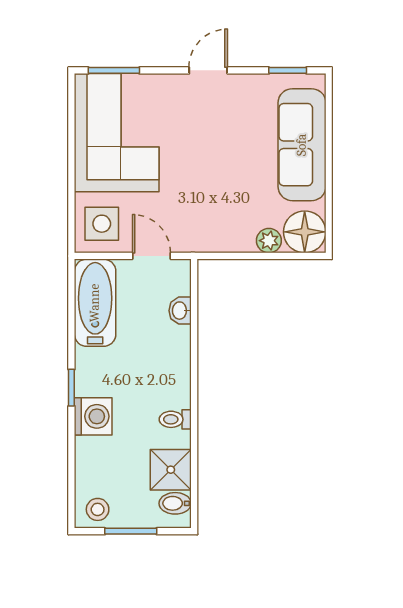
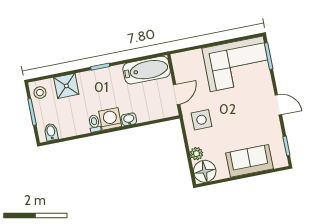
sofa: (302, 145) -> (250, 161), width x0.73
side table: (102, 224) -> (202, 120), moved
washbasin: (180, 311) -> (129, 119), moved
washing machine: (93, 416) -> (110, 119), moved, turned 180
shower: (171, 470) -> (66, 86), moved

